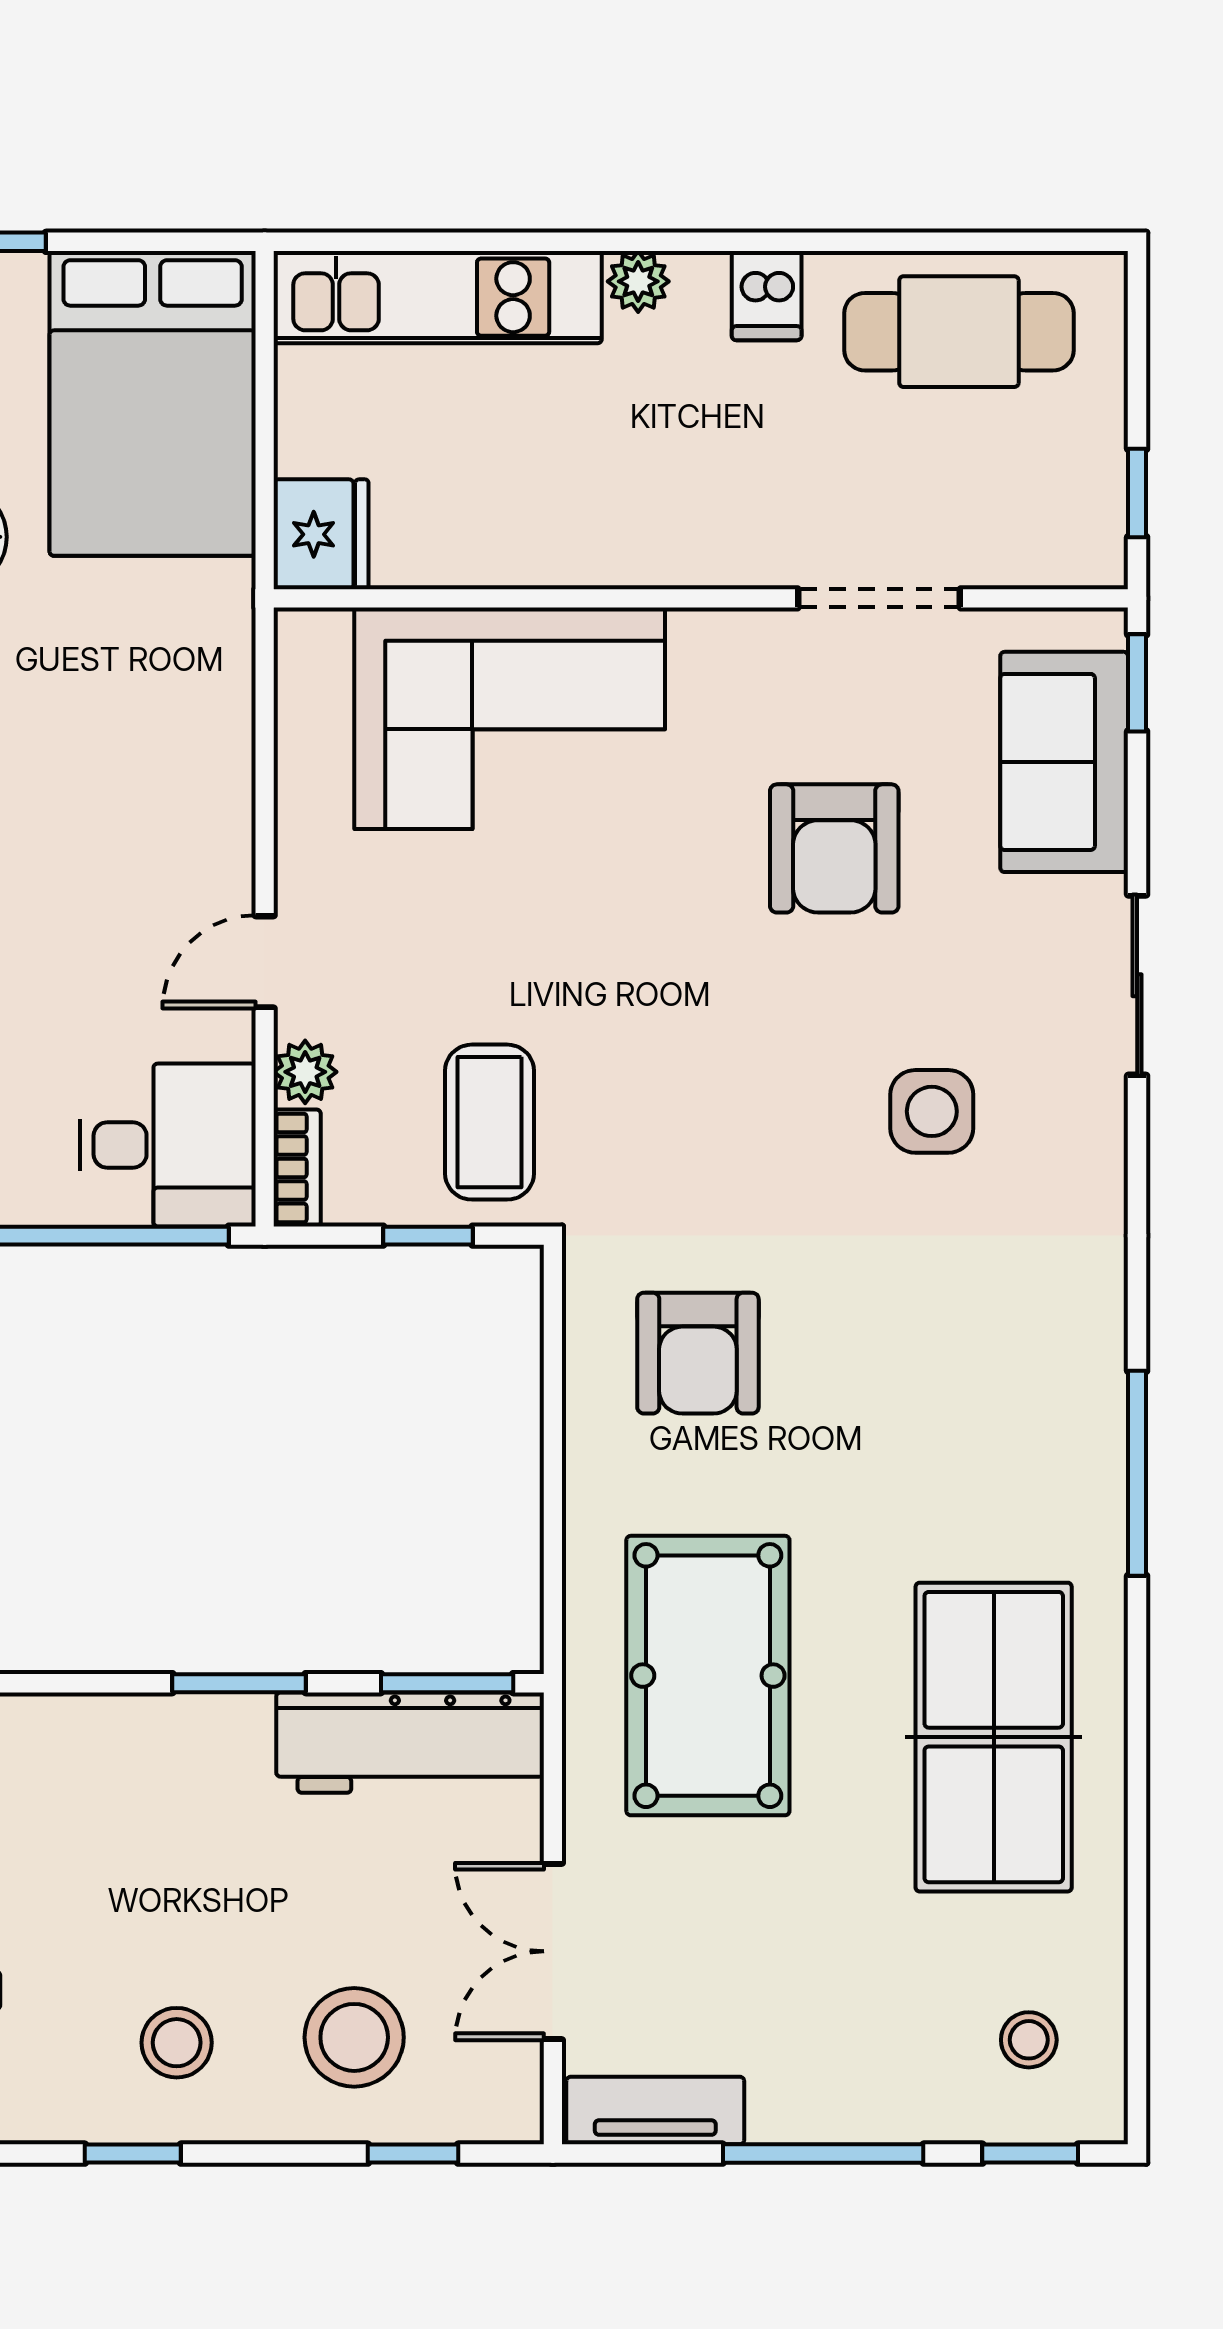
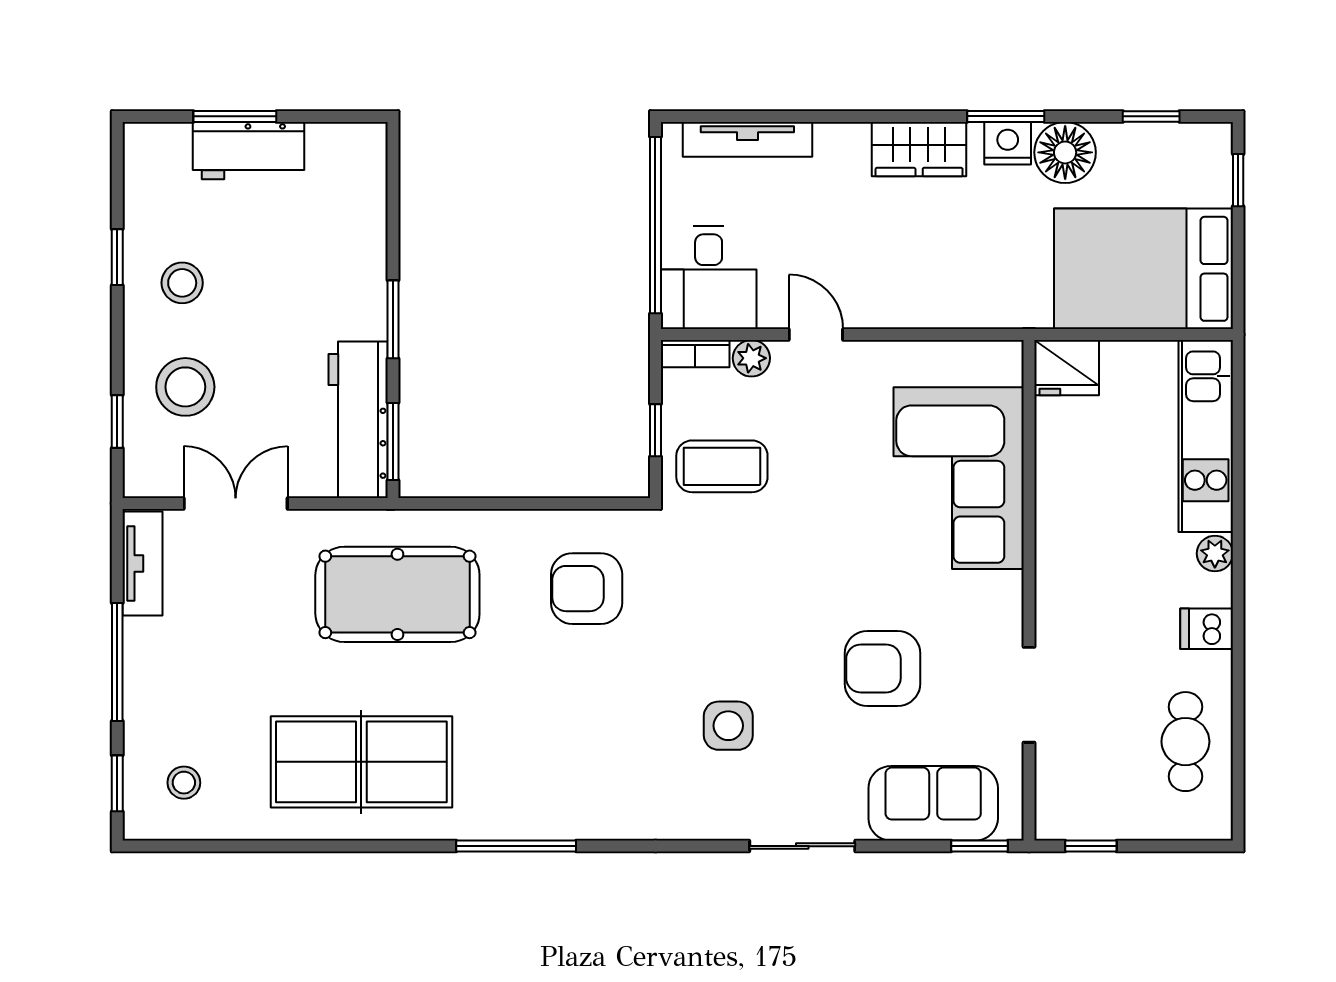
cafe table: (959, 332) -> (1185, 742), width x0.73, depth x0.74

